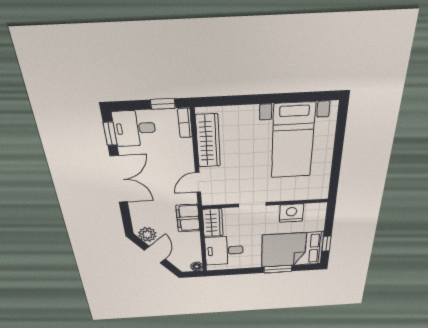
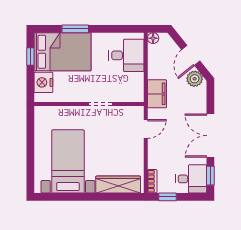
wardrobe: (208, 141) -> (118, 185), moved, turned 90
nightstand: (291, 213) -> (43, 82), moved, turned 90
wardrobe: (213, 223) -> (135, 87), removed

